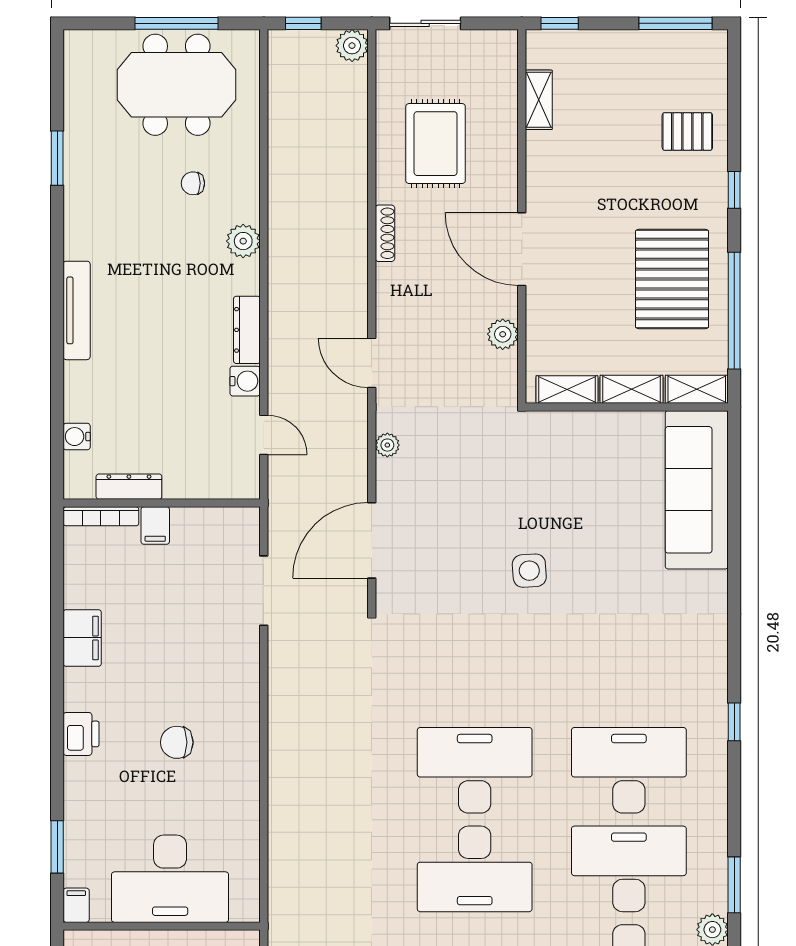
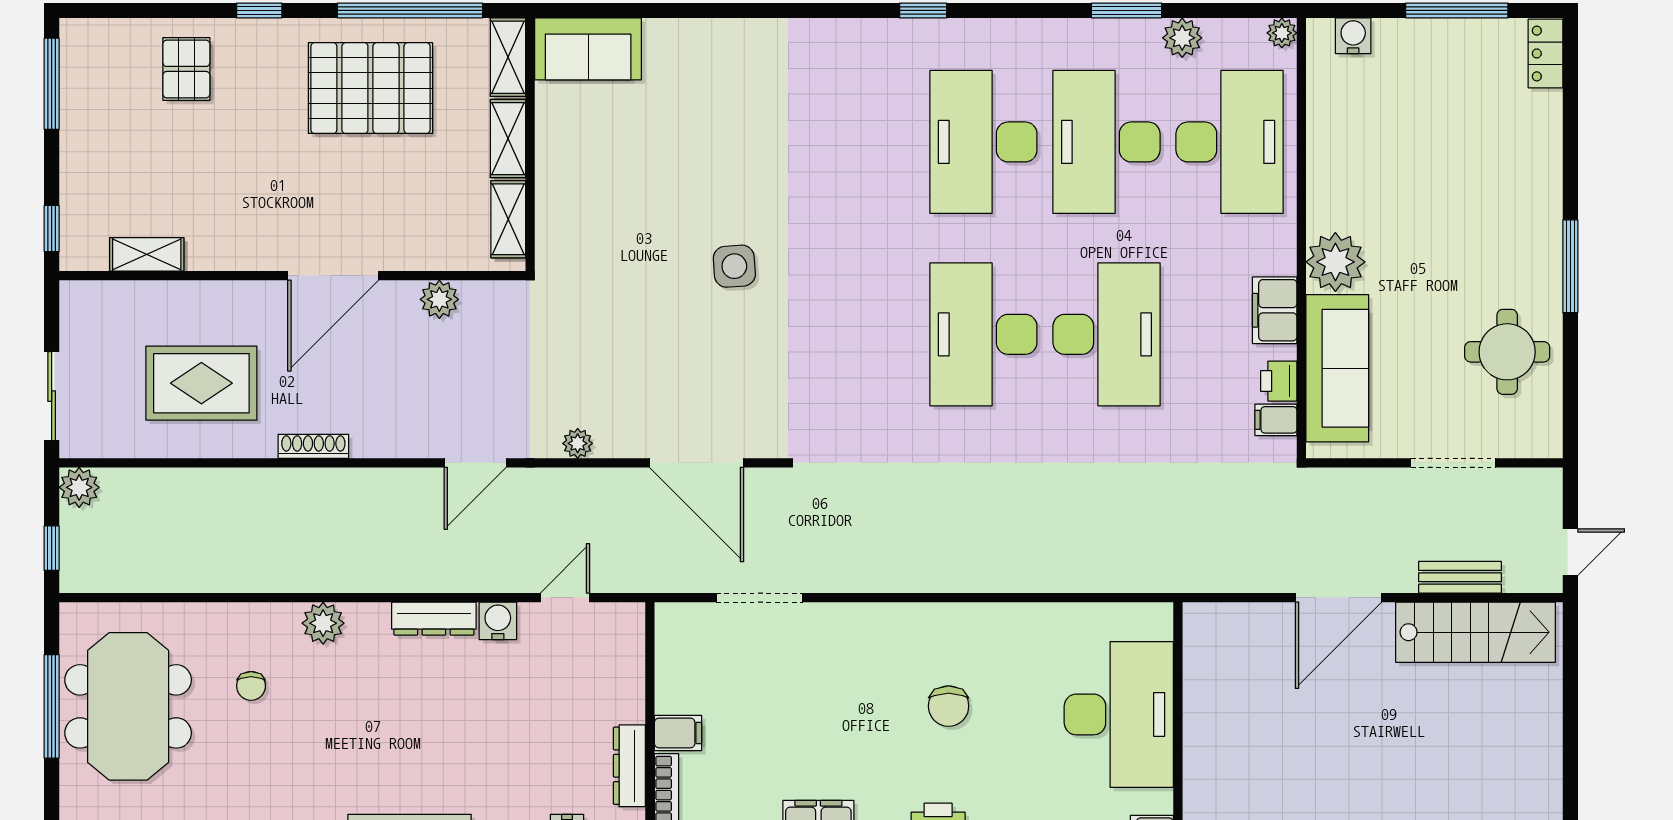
sofa: (697, 490) -> (588, 49), width x0.54, depth x0.79

